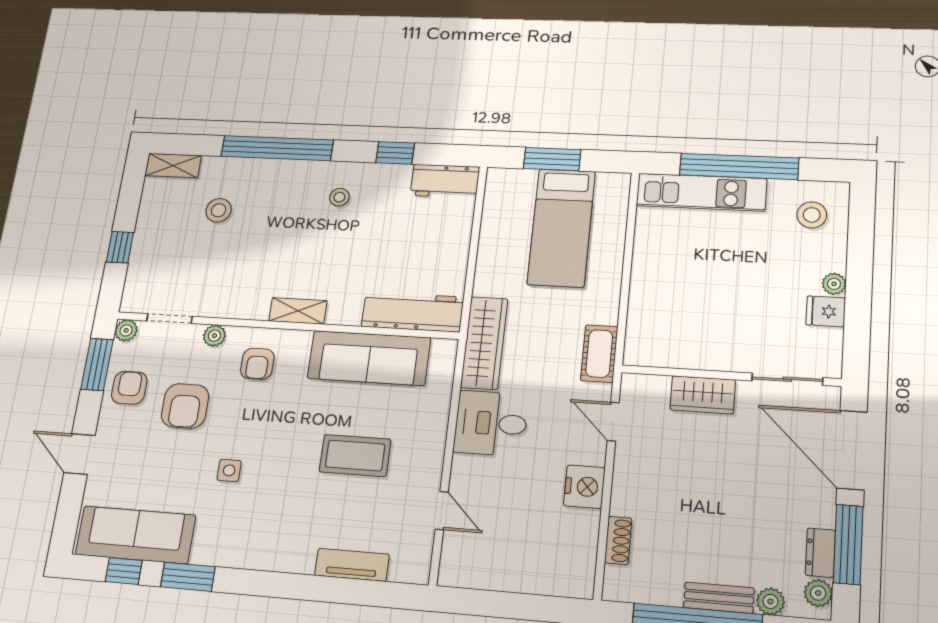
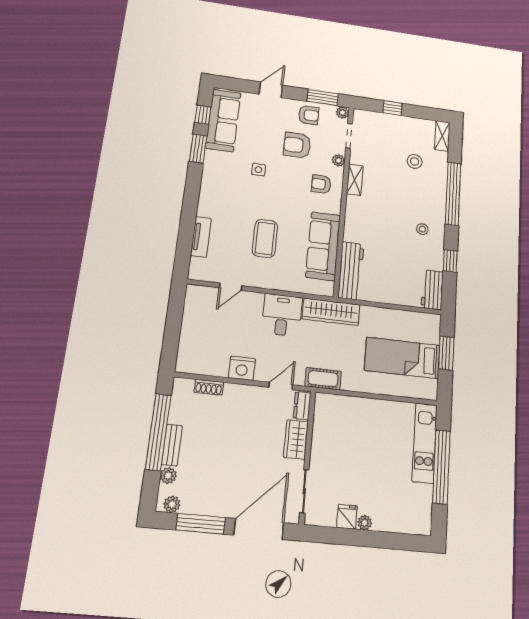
stool: (812, 215) -> (410, 511), removed
shelving: (298, 311) -> (355, 180), moved
dresser: (820, 553) -> (302, 406), moved, turned -90

